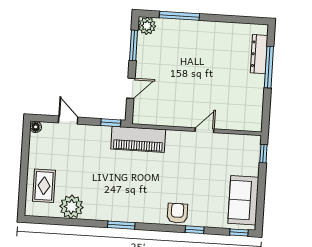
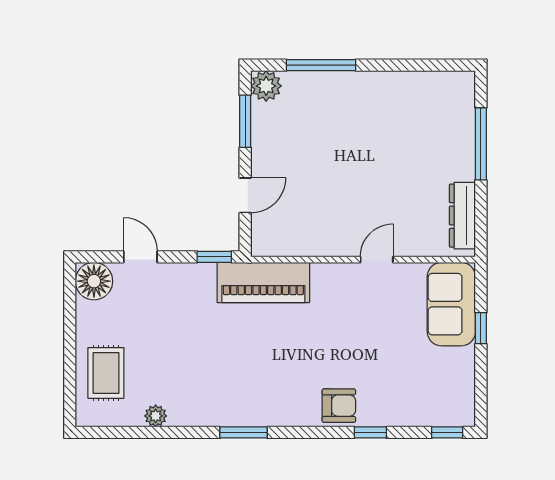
dresser: (259, 54) -> (462, 216), moved
floor lamp: (36, 127) -> (94, 281), width x1.89, depth x1.89
window: (263, 154) -> (481, 328), moved
sofa: (243, 200) -> (451, 304), moved
plant: (71, 207) -> (156, 416), width x0.53, depth x0.53
armchair: (177, 213) -> (339, 406), turned 90

